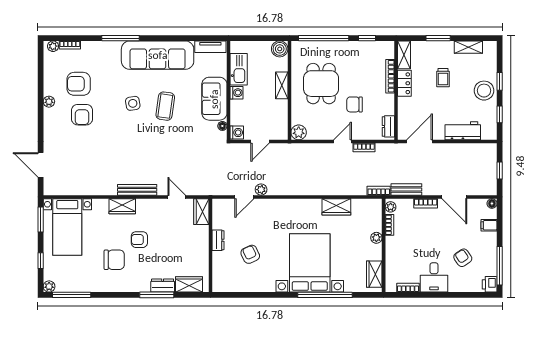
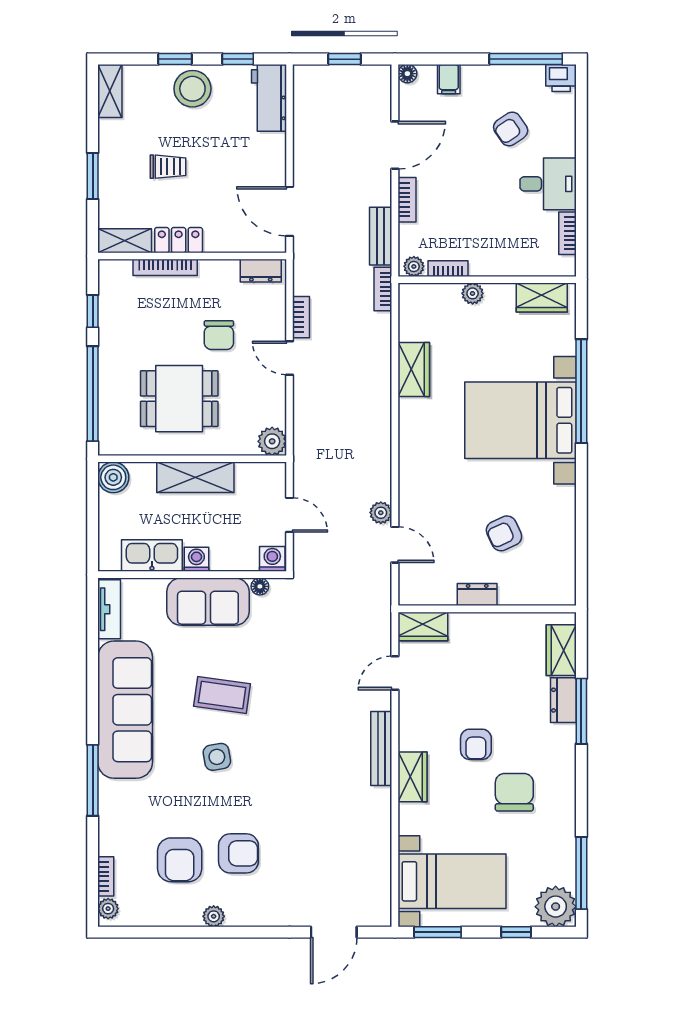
shelving: (468, 47) -> (110, 91), moved
shelving: (282, 85) -> (195, 477), width x1.50, depth x1.33
workbench: (463, 131) -> (269, 98), moved
plant: (49, 286) -> (556, 907), width x1.88, depth x1.88

